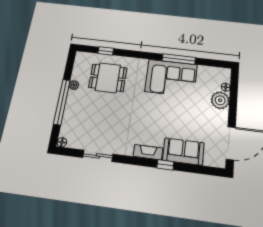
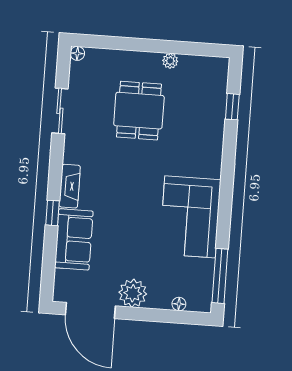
window: (179, 59) -> (220, 276), moved
dining table: (108, 78) -> (139, 111), moved
plant: (220, 100) -> (133, 293), moved
window: (62, 102) -> (141, 45), removed

